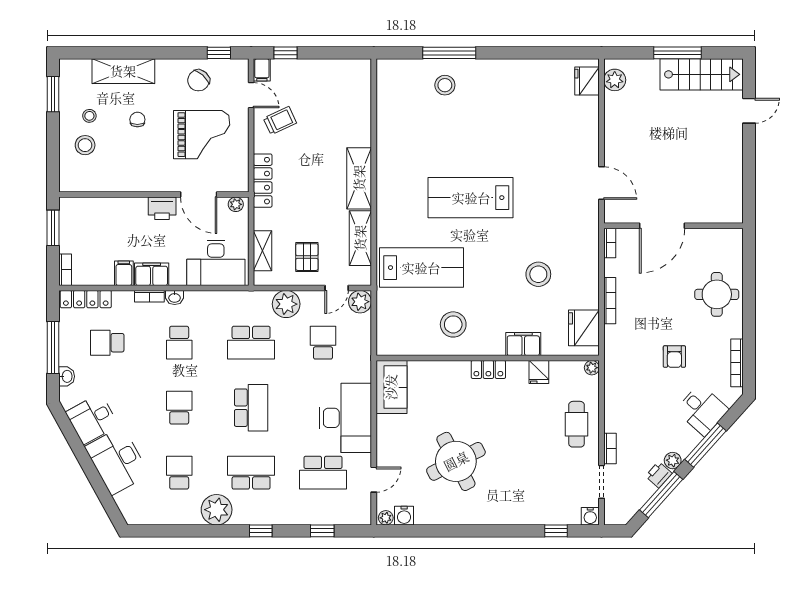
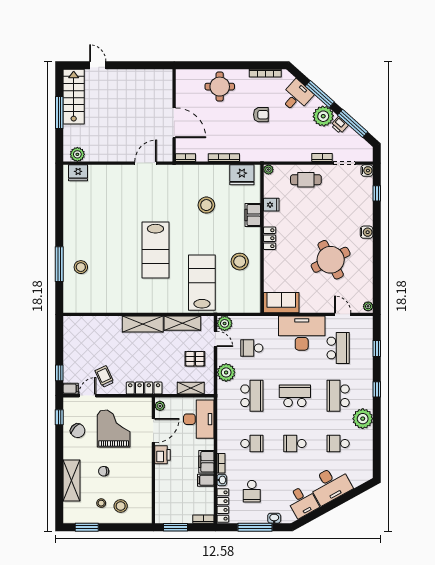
washbasin: (175, 297) -> (222, 480), moved
plant: (673, 461) -> (323, 116), width x1.88, depth x1.88
water cooler: (404, 516) -> (367, 232), moved

